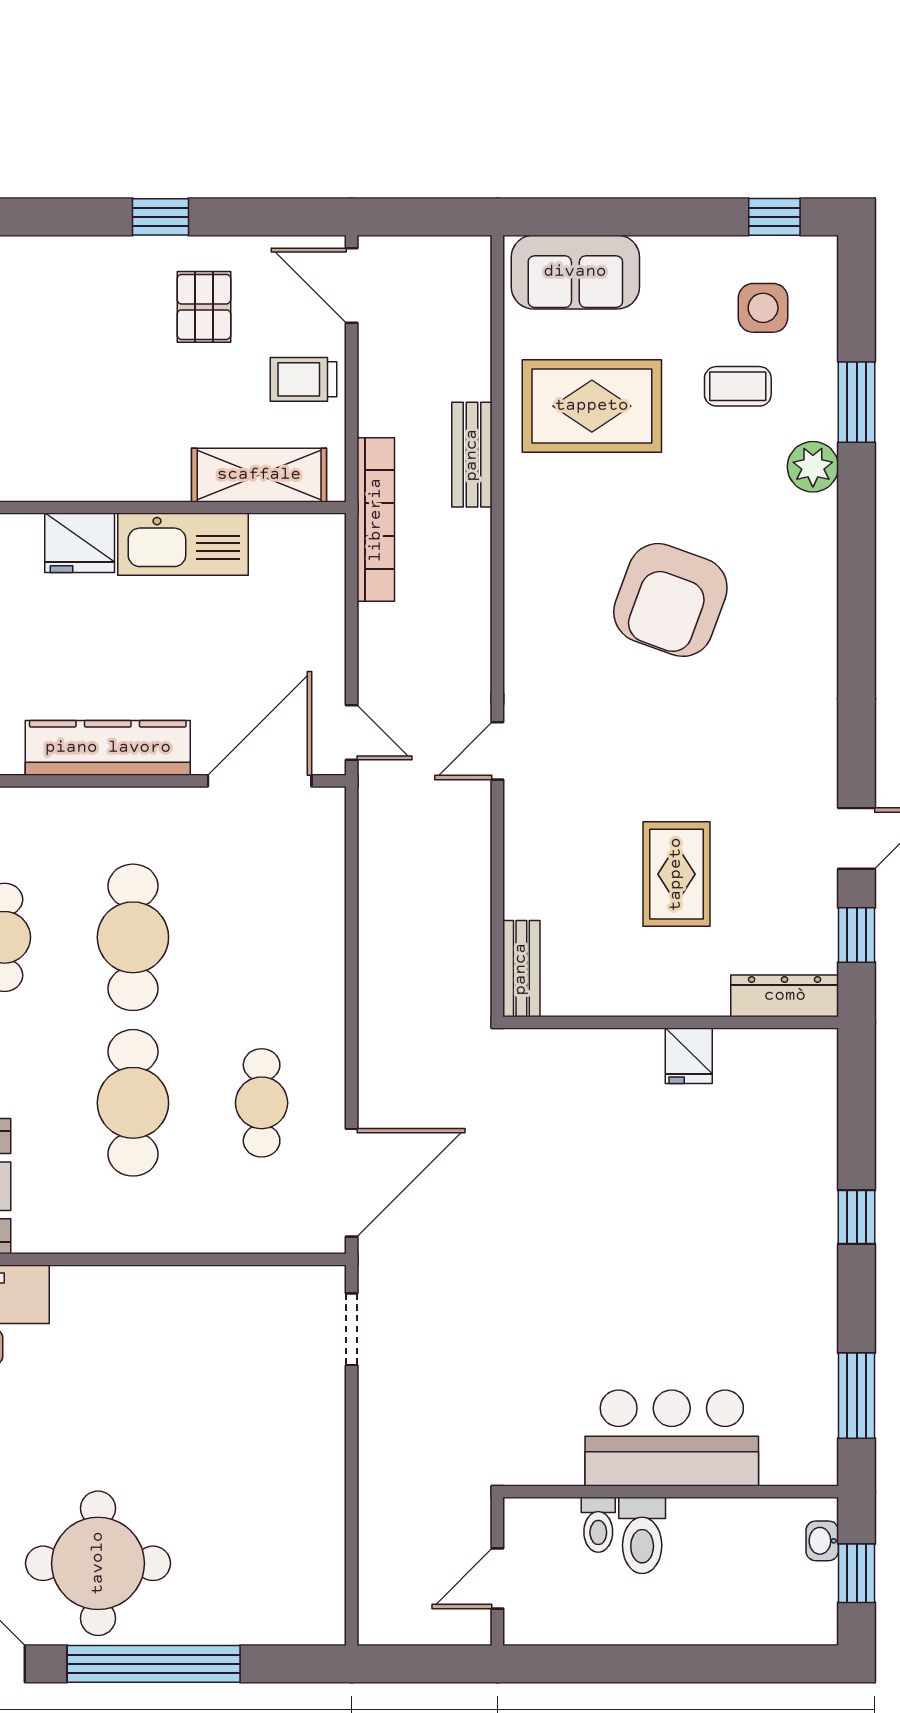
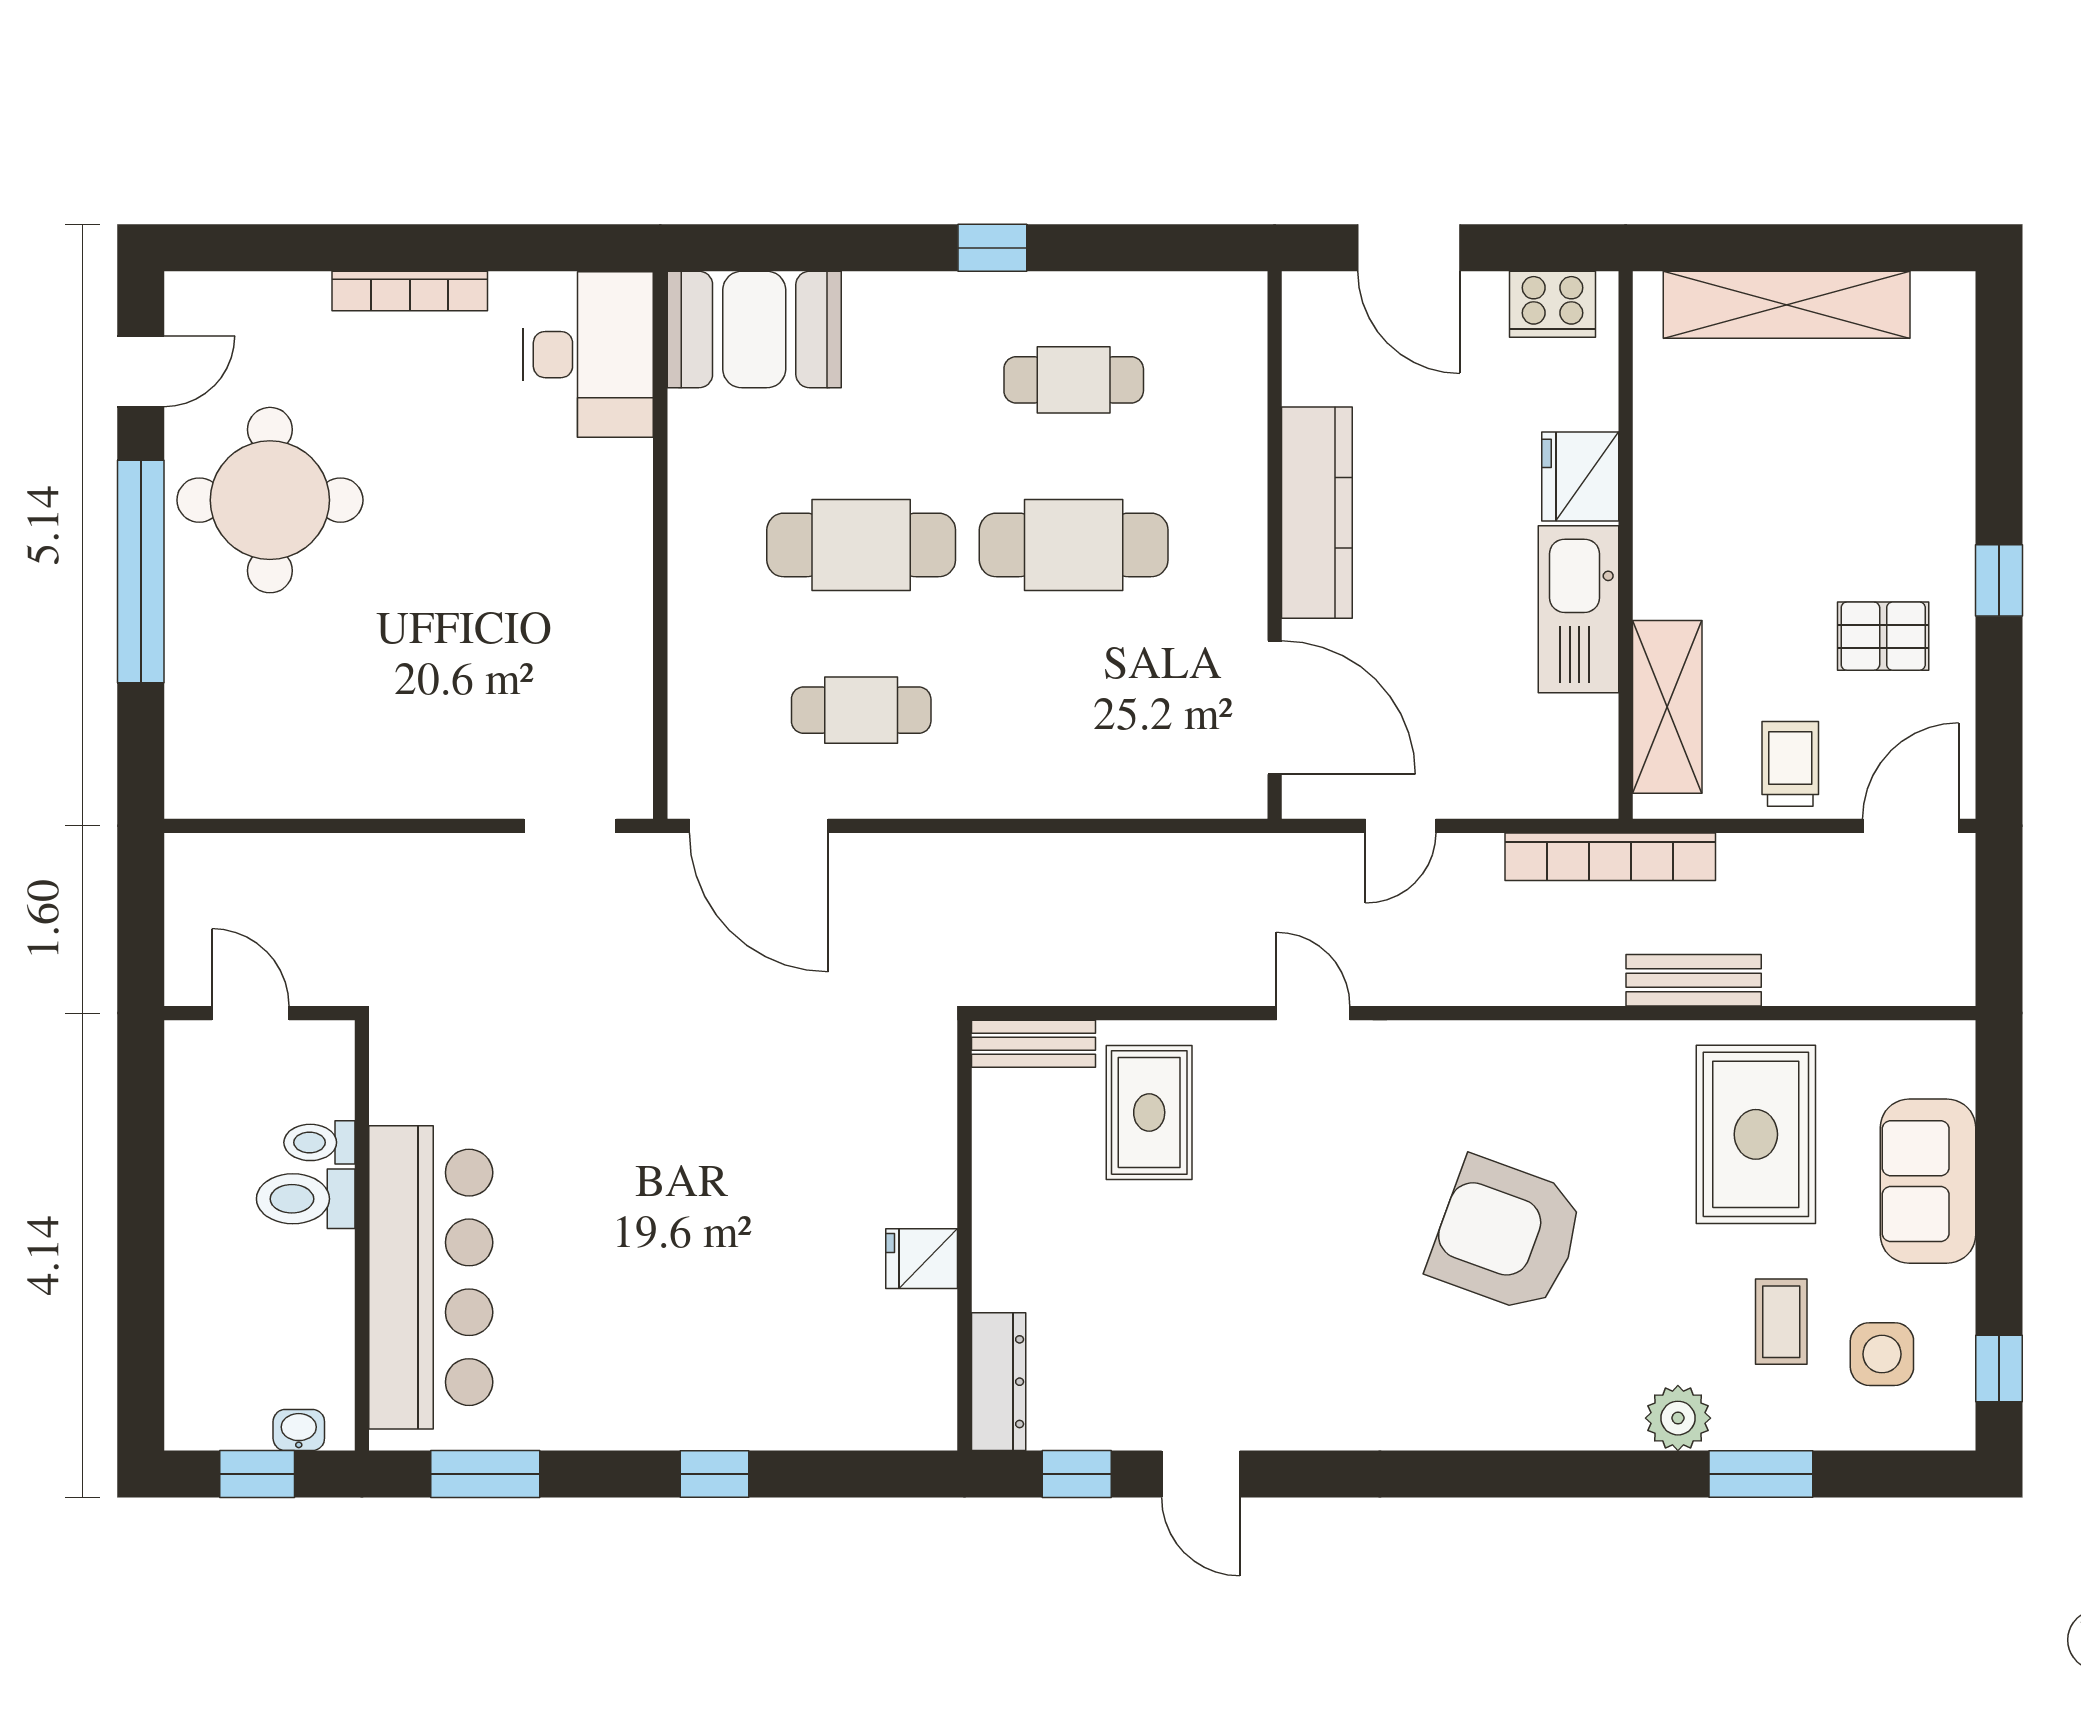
sofa: (575, 272) -> (1928, 1181), moved
door: (352, 732) -> (1401, 826), moved
rug: (676, 874) -> (1149, 1112), moved, turned 90
bar counter: (672, 1438) -> (431, 1277), width x1.36

